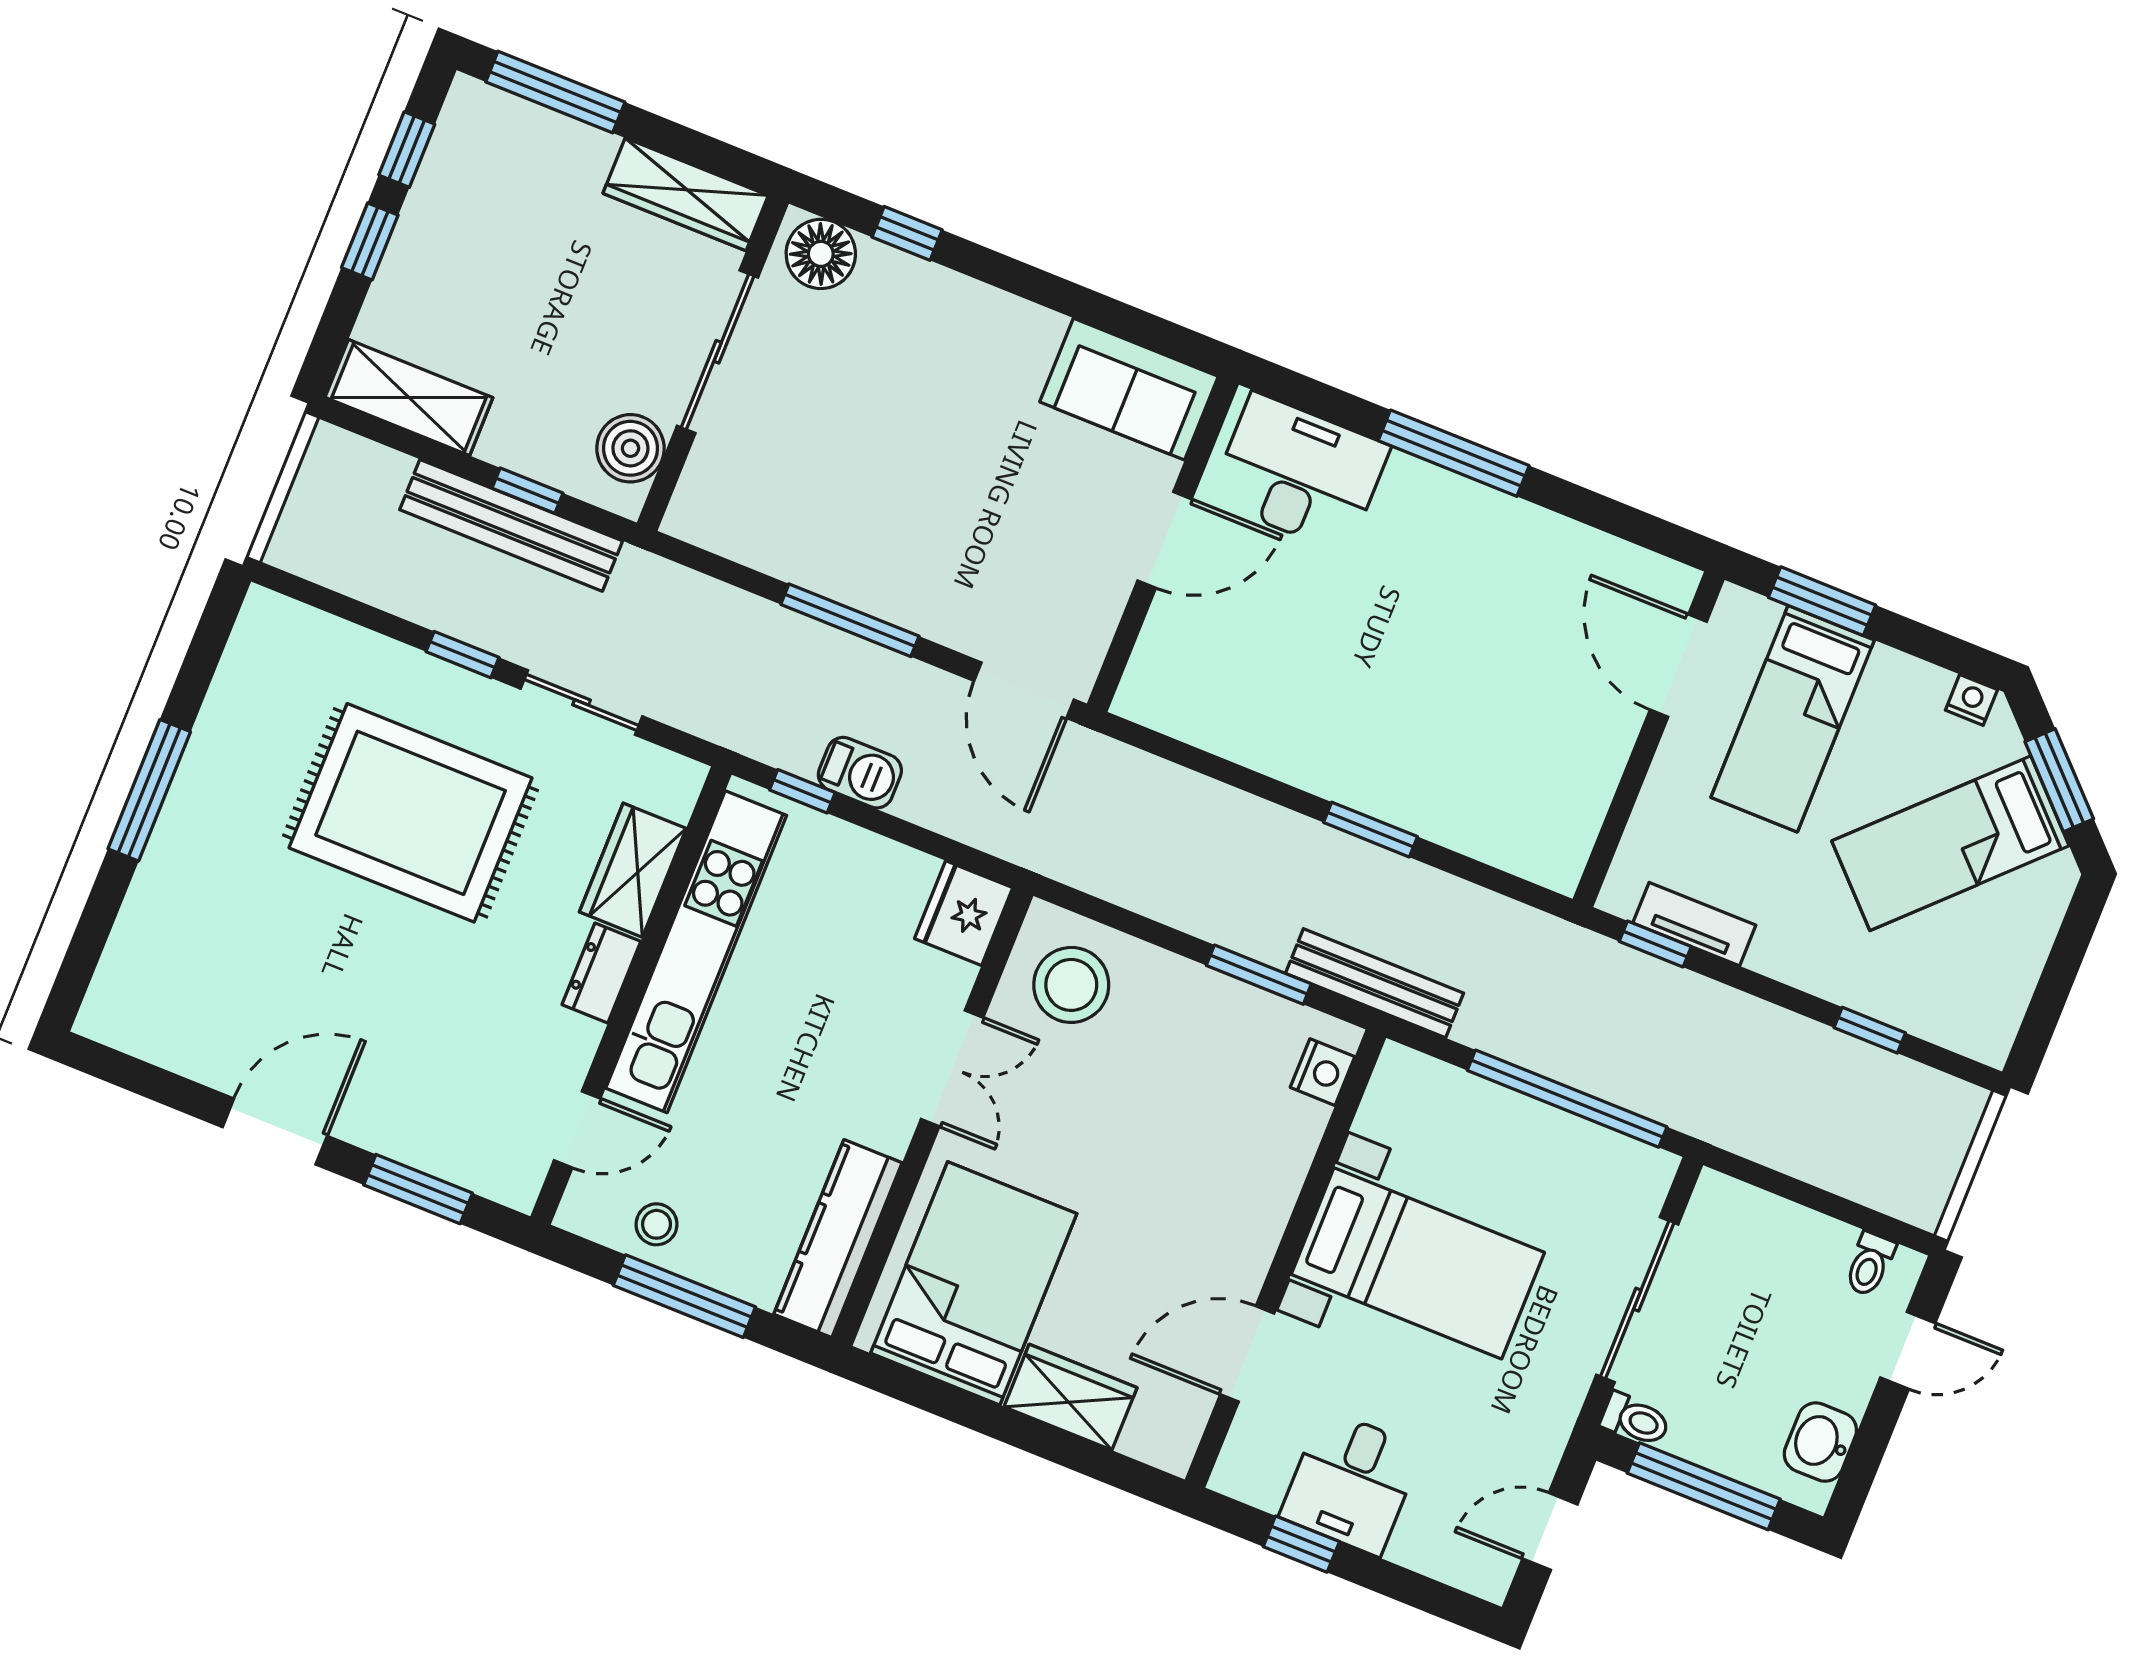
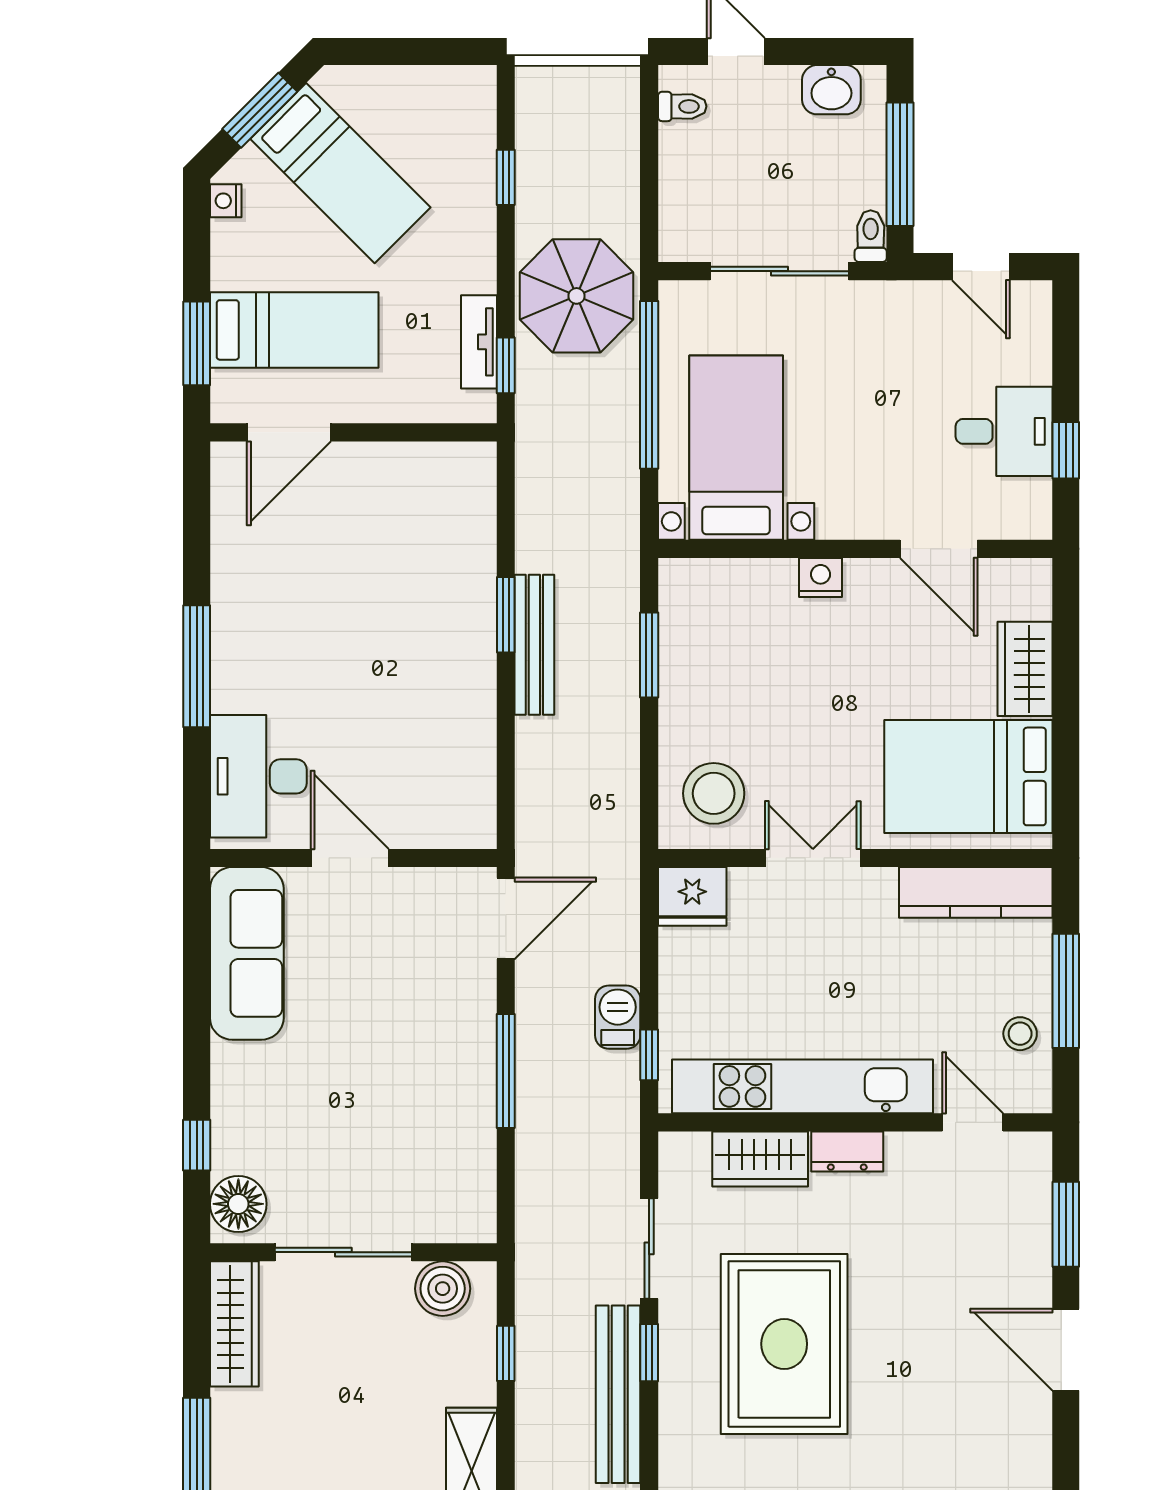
sofa: (1129, 389) -> (247, 953), width x1.36
bench: (511, 525) -> (618, 1394), moved
bench: (1374, 983) -> (534, 645), moved
parasol: (1702, 1057) -> (577, 296), added
nightstand: (1322, 1072) -> (821, 577), moved
bed with nightstands: (1418, 1263) -> (736, 448), moved

